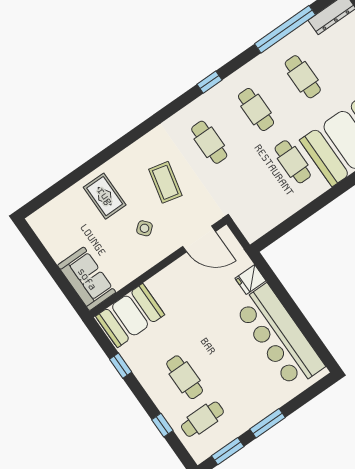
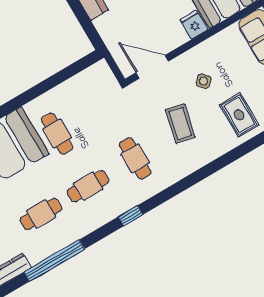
cafe table: (303, 77) -> (41, 214), turned 90
cafe table: (256, 110) -> (88, 186), turned 90
fridge: (250, 280) -> (194, 25), moved, turned -90

